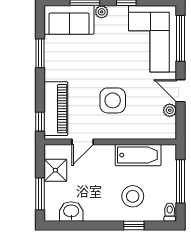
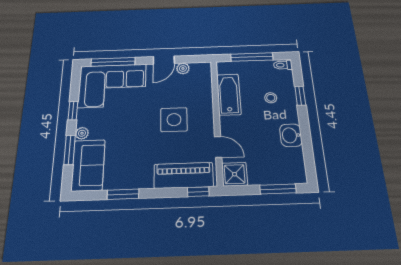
shower: (55, 170) -> (235, 174), moved
stool: (133, 196) -> (271, 98), width x0.53, depth x0.53
washbasin: (71, 211) -> (291, 135), moved

